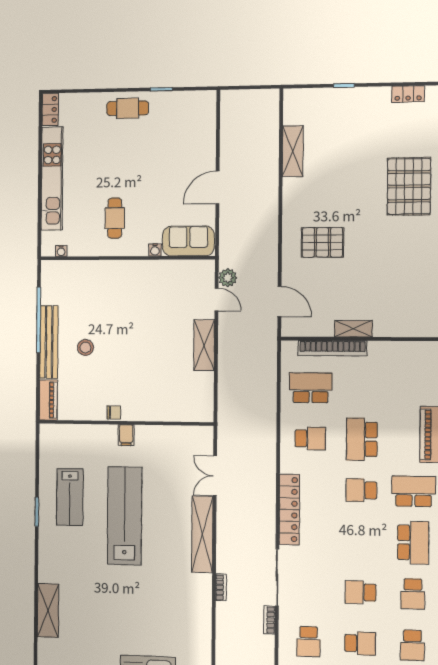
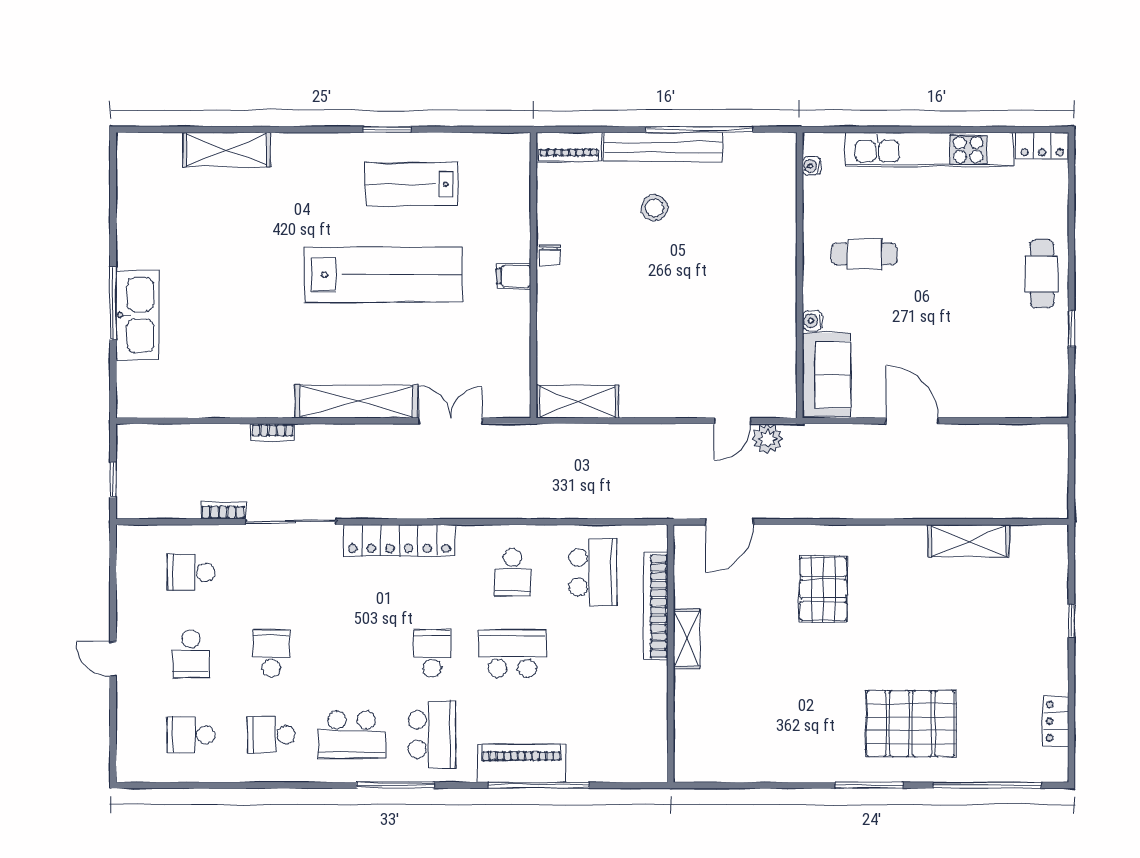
shelving: (204, 345) -> (577, 402), moved

